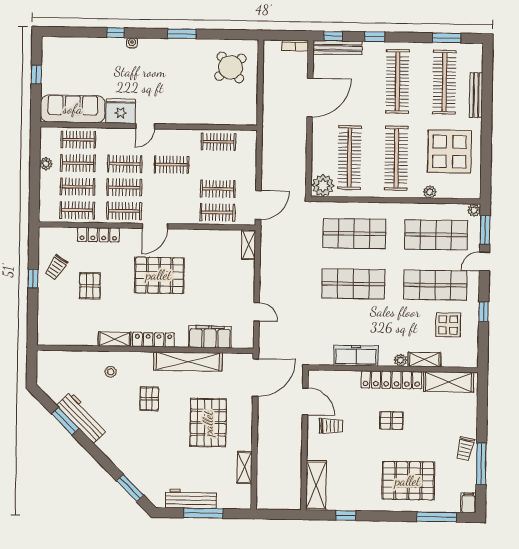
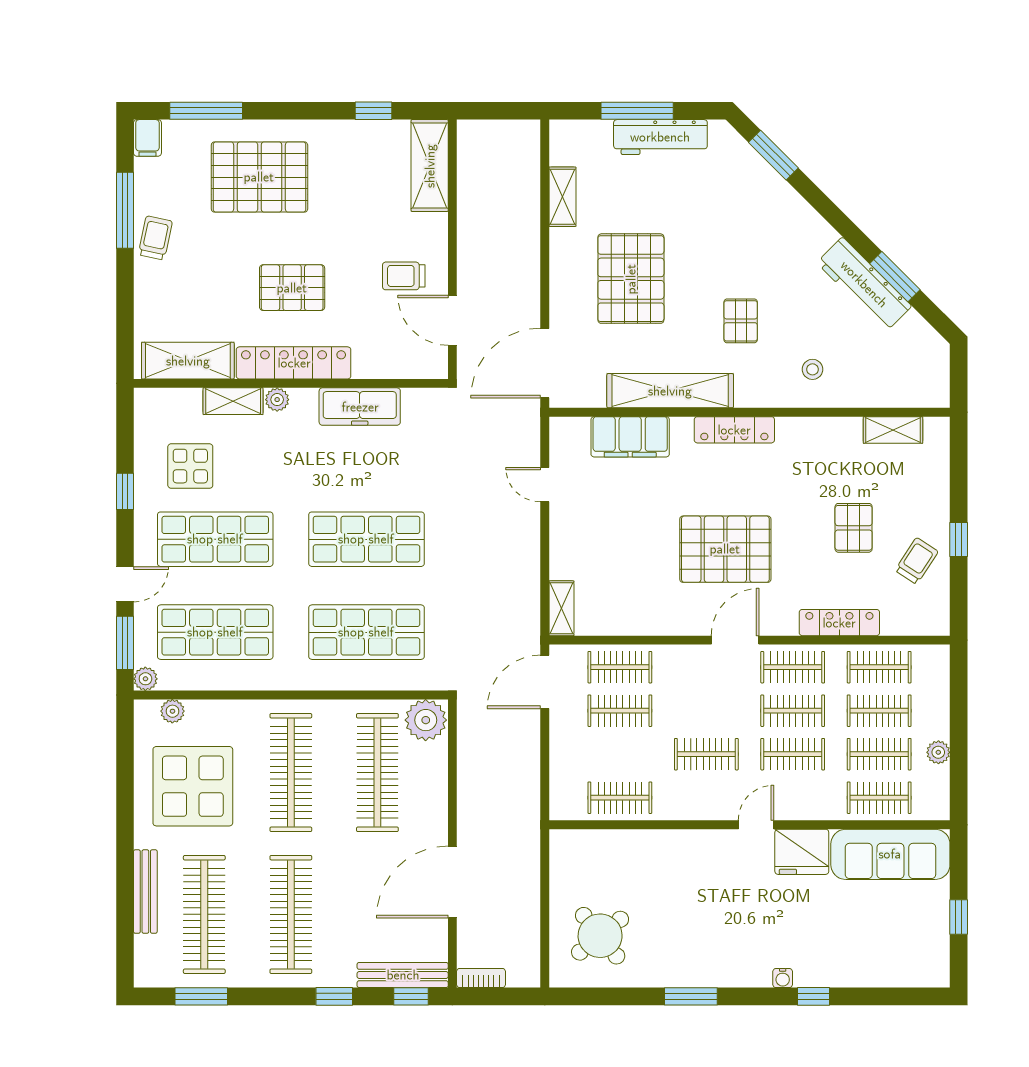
plant: (430, 192) -> (172, 711), moved
shelving: (115, 339) -> (893, 430), moved
pallet: (392, 421) -> (292, 288), width x1.50, depth x1.42

